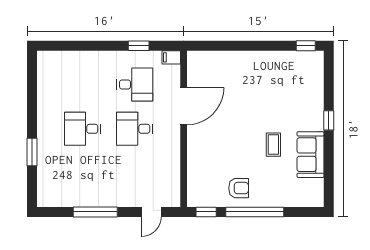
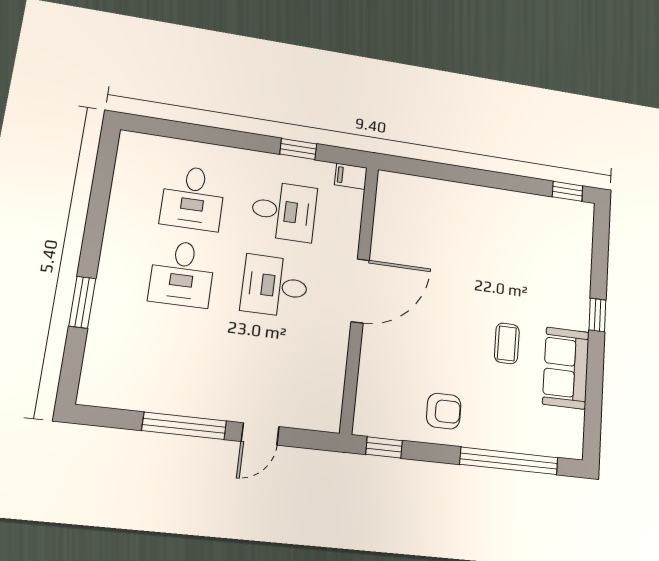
desk: (83, 84) -> (193, 198), added
door: (184, 106) -> (360, 291), moved
desk: (83, 129) -> (182, 274), turned -90
door: (151, 212) -> (260, 434), moved
window: (255, 212) -> (509, 461), moved

